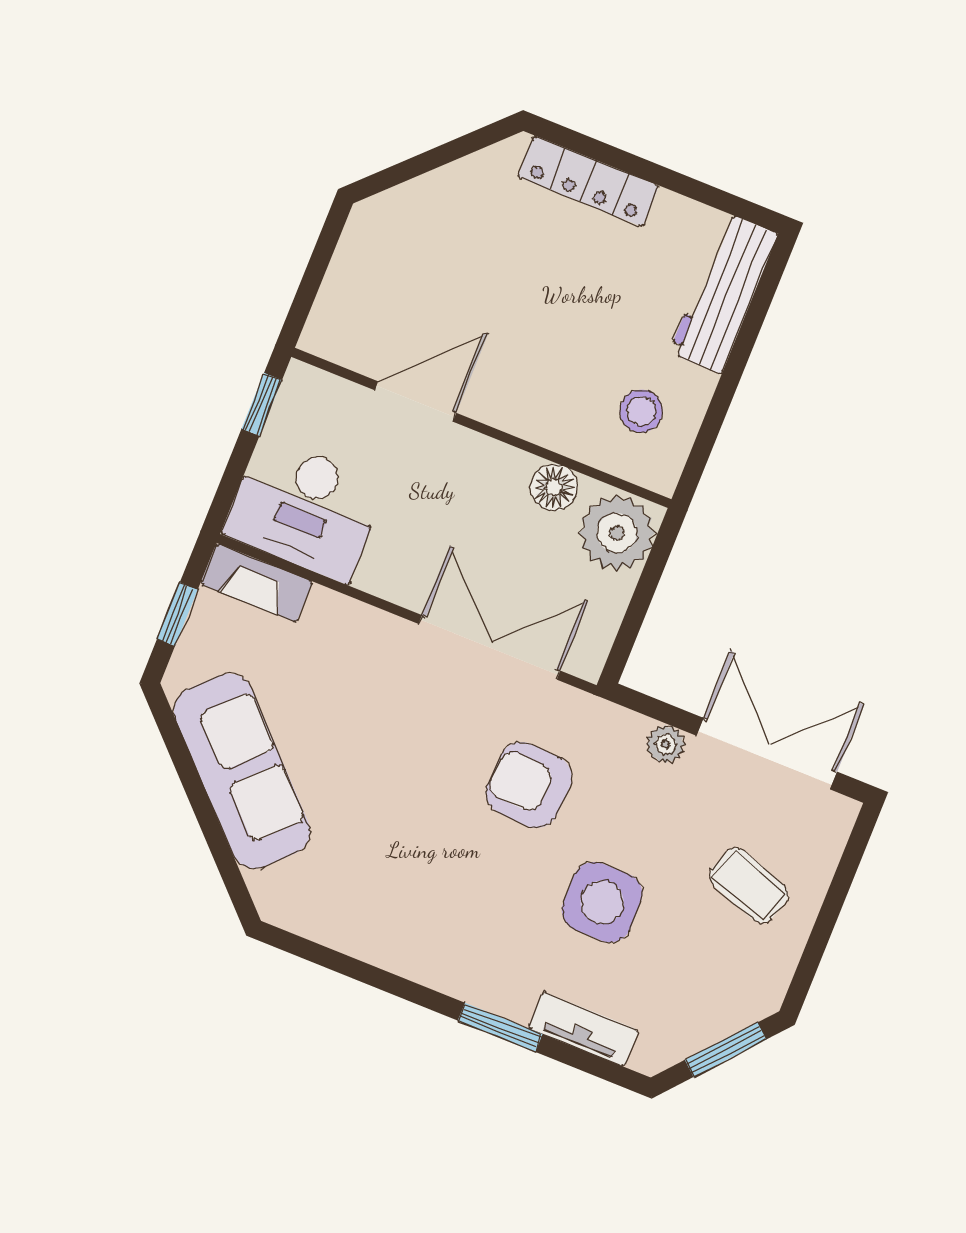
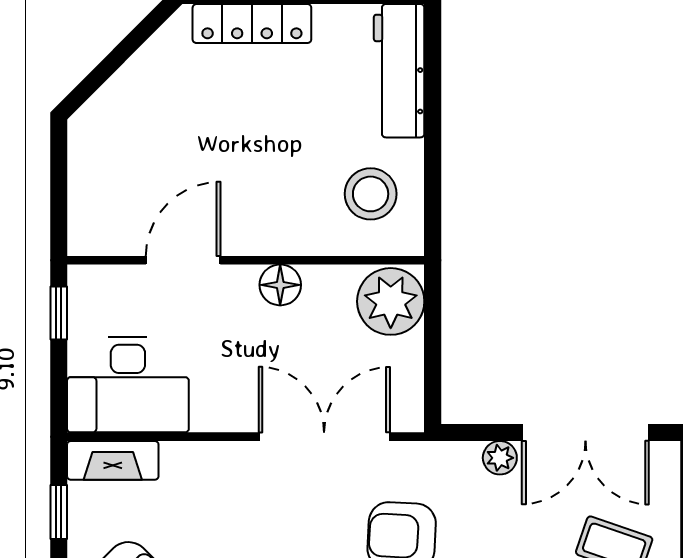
stool: (641, 411) -> (371, 194), width x1.38, depth x1.38
floor lamp: (554, 487) -> (280, 285), moved
double door: (767, 754) -> (585, 432), swing flipped

